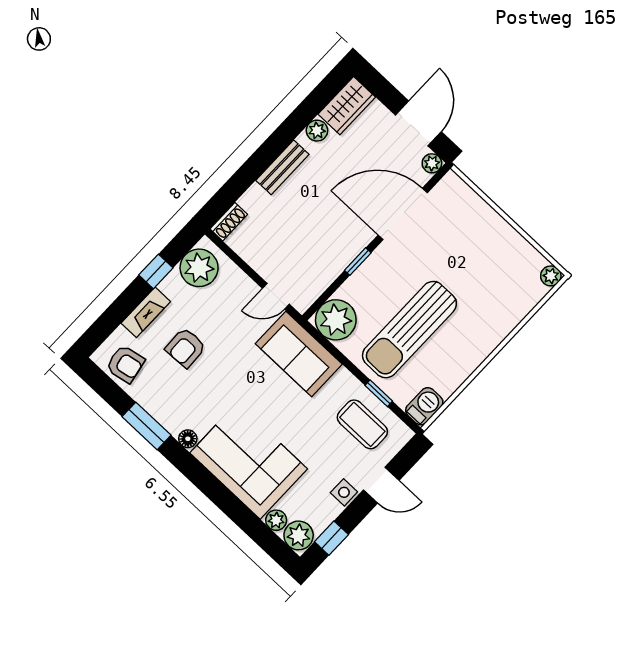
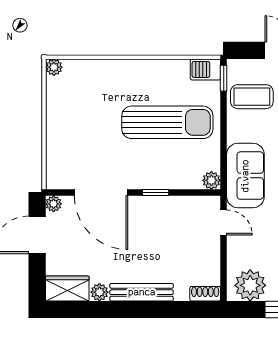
bench: (282, 167) -> (142, 292), width x1.36
plant: (336, 320) -> (211, 180), width x0.53, depth x0.53
window: (379, 393) -> (224, 78), moved
coffee table: (362, 424) -> (252, 97), turned 90

